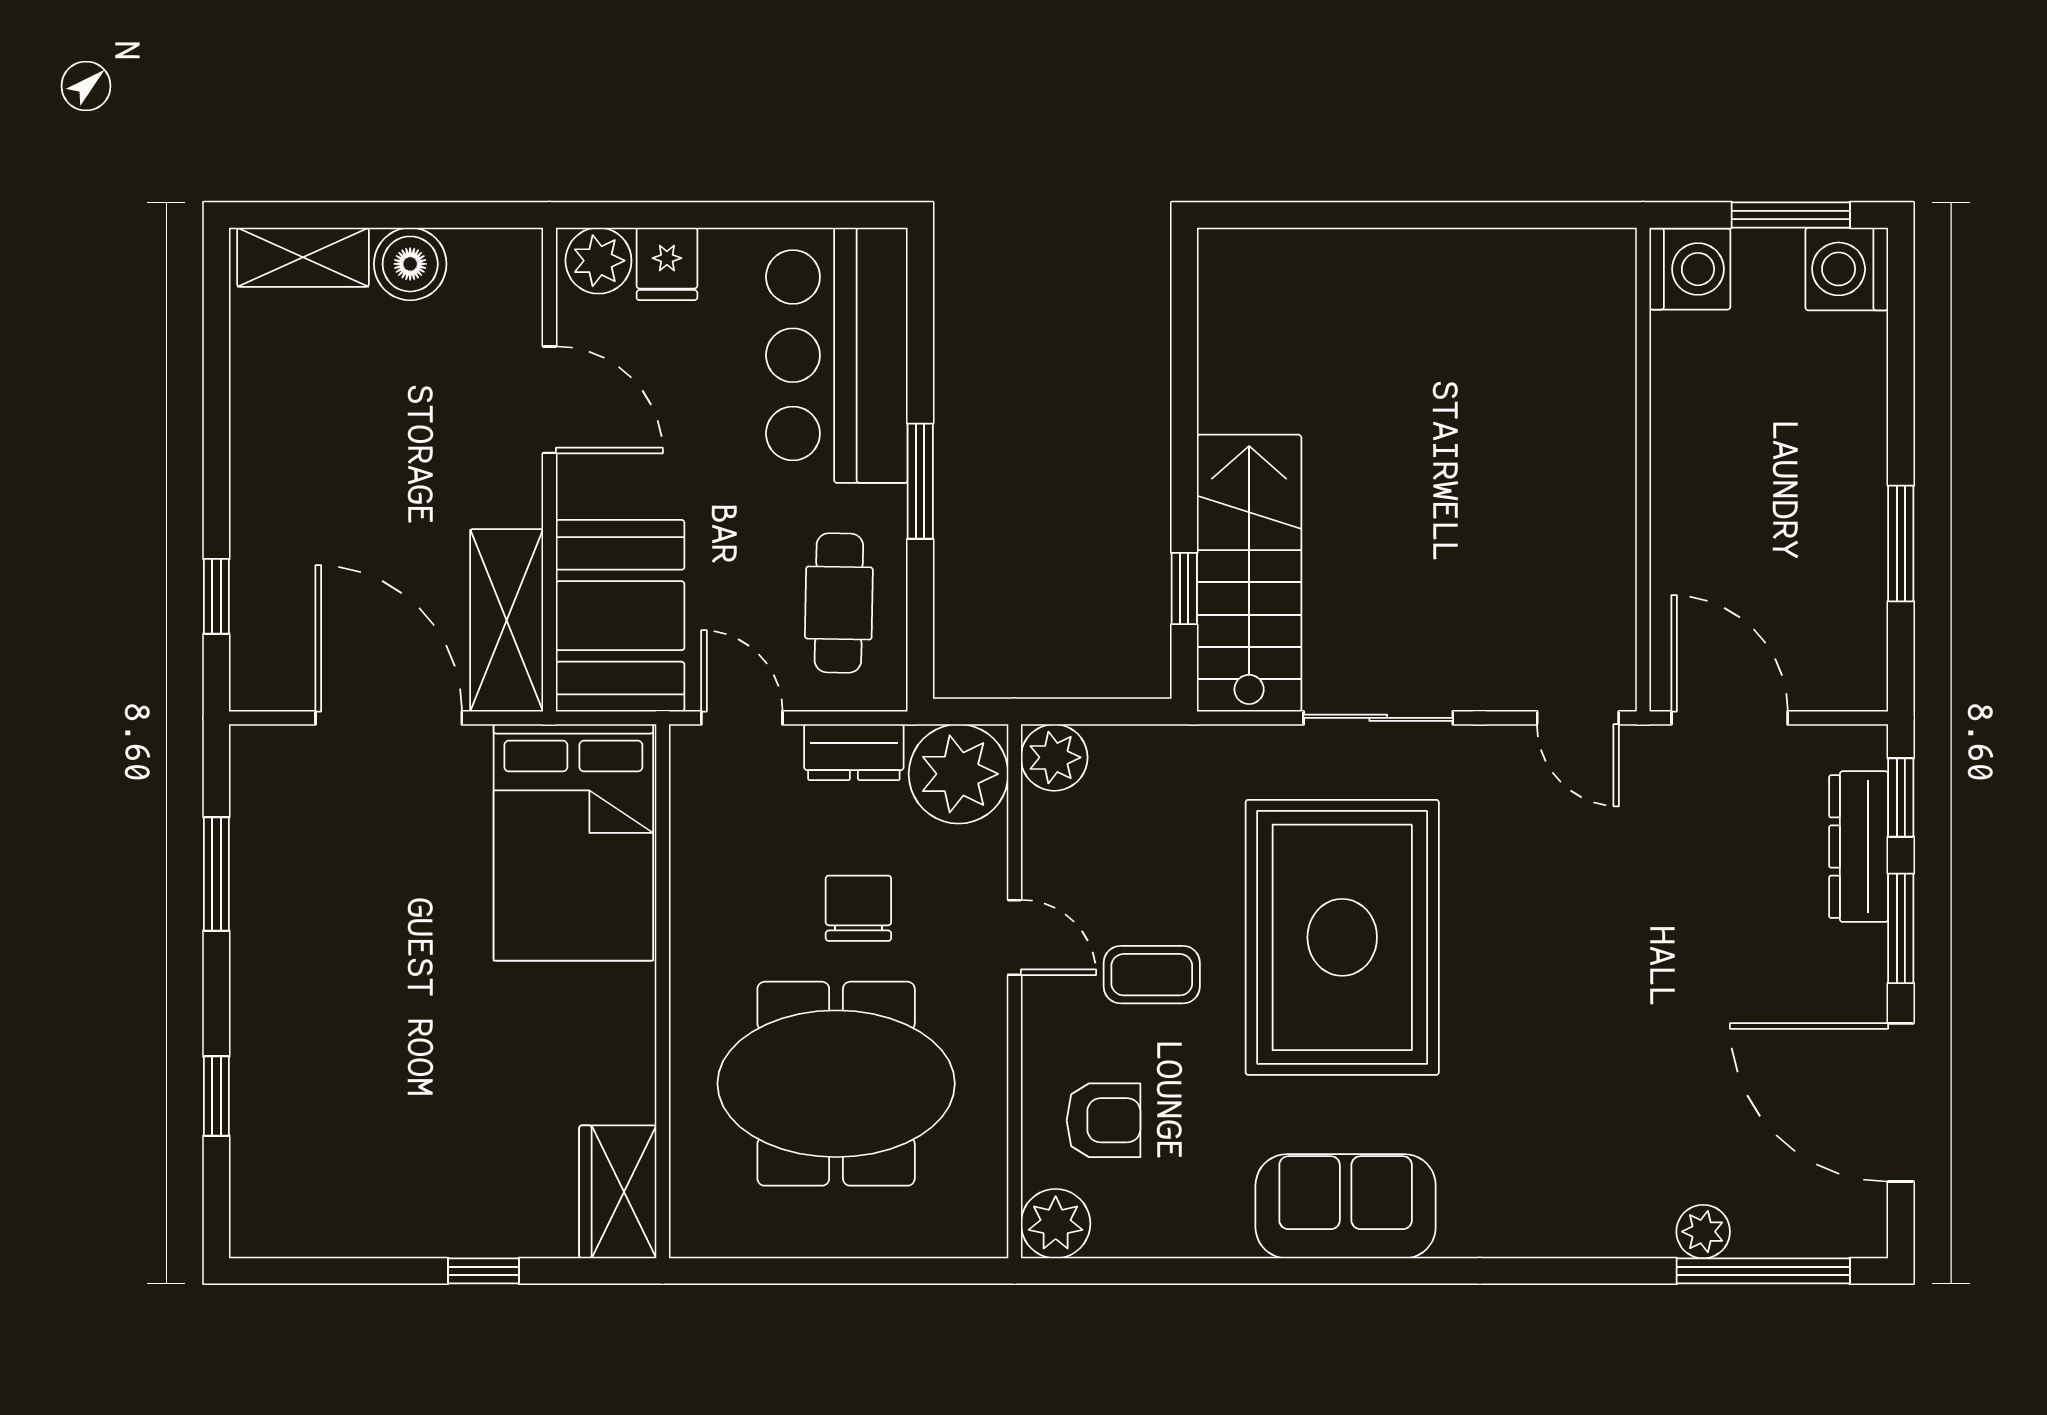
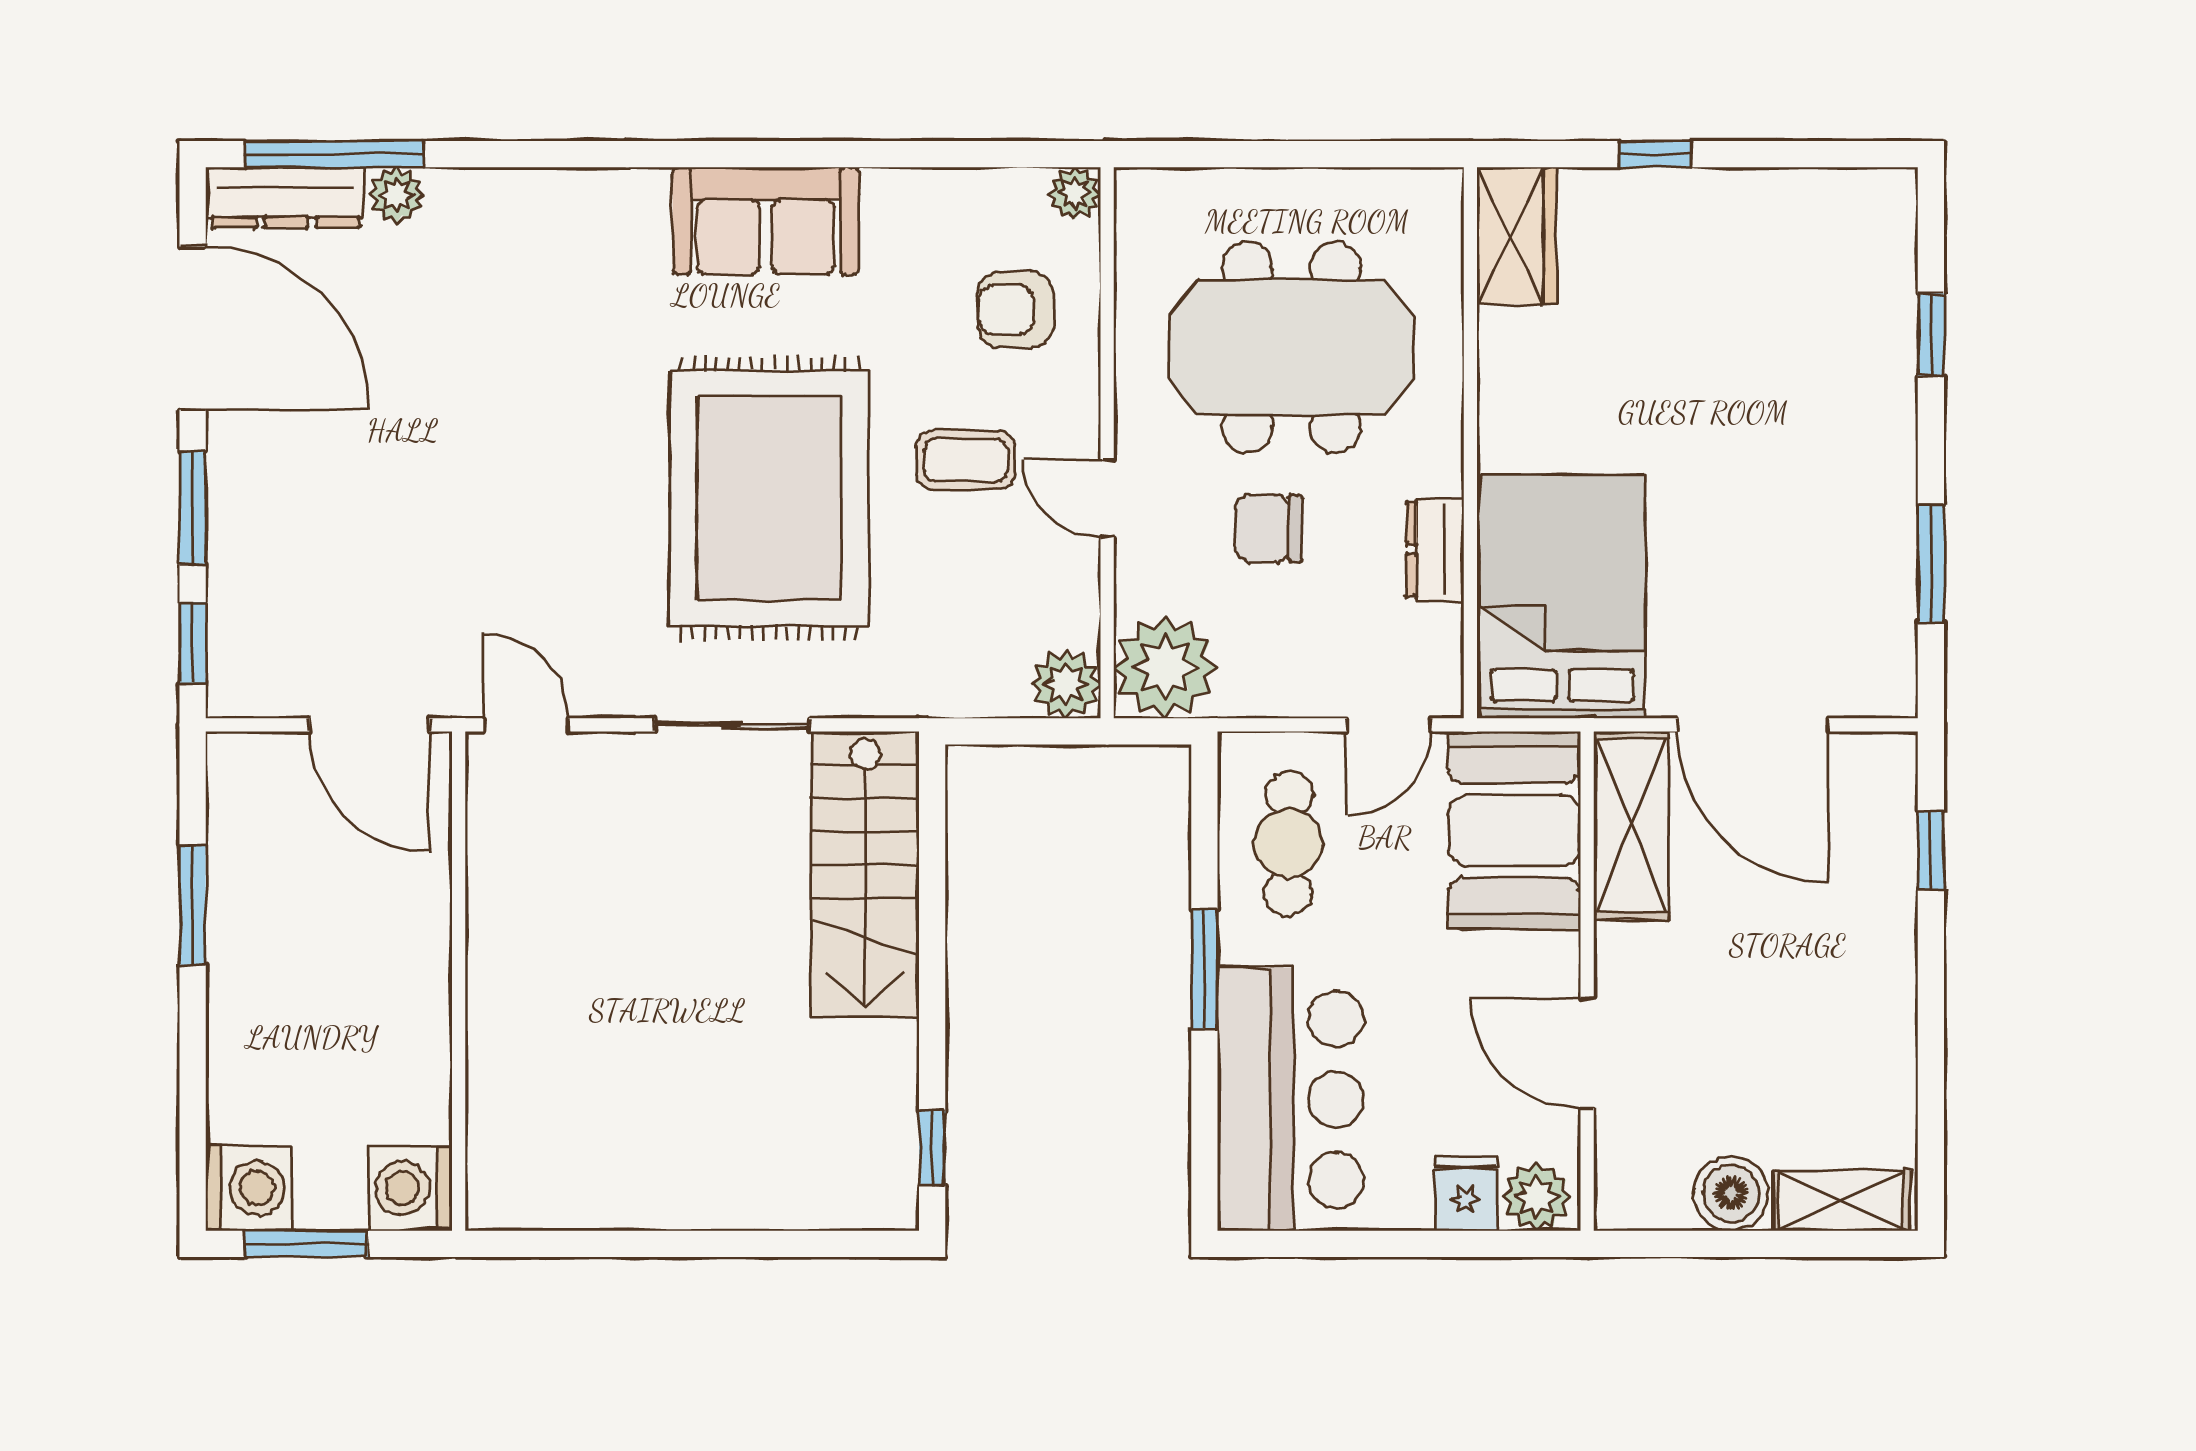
window: (1184, 588) -> (932, 1148), moved
door: (742, 718) -> (1389, 725), hinge flipped
dresser: (854, 752) -> (1435, 550), moved, turned -90
dresser: (1859, 847) -> (286, 198), moved, turned 90
chair: (858, 908) -> (1268, 528), turned 90
plant: (1056, 1224) -> (1075, 193), width x0.73, depth x0.73

